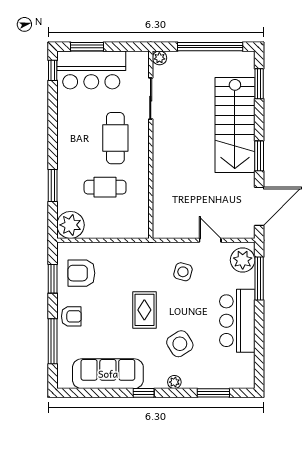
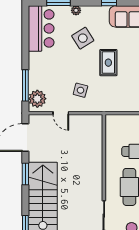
bar counter: (237, 321) -> (41, 28), moved
plant: (174, 382) -> (76, 10), moved

